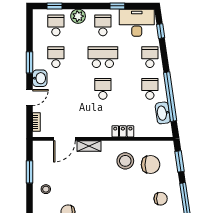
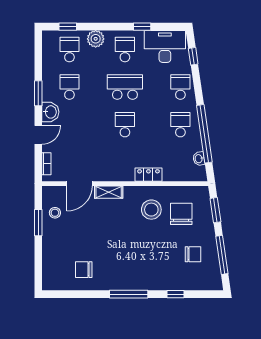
washbasin: (163, 113) -> (199, 159), width x0.52, depth x0.69
chair: (151, 165) -> (181, 214), turned -90
stool: (46, 189) -> (55, 213), moved

